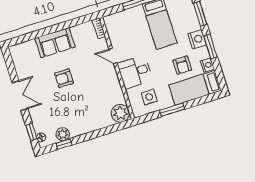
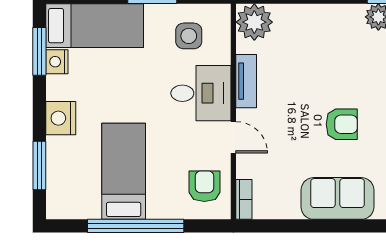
window: (211, 46) -> (39, 51), moved
armchair: (182, 65) -> (204, 186), moved
tv unit: (115, 84) -> (246, 81), added

